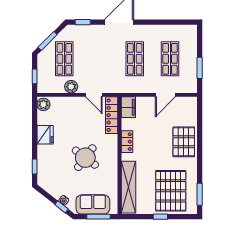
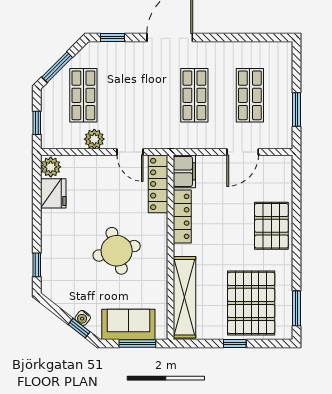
fridge: (45, 135) -> (53, 193), moved
locker: (127, 142) -> (182, 216), width x1.53
round table: (85, 158) -> (117, 251), turned 38

